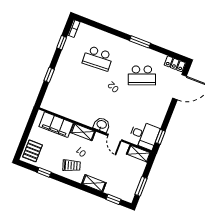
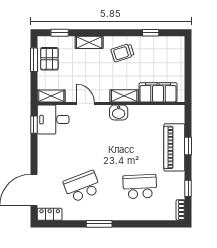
piano: (60, 78) -> (174, 147), added
washbasin: (102, 125) -> (119, 112), moved
pallet: (32, 151) -> (49, 59), moved

